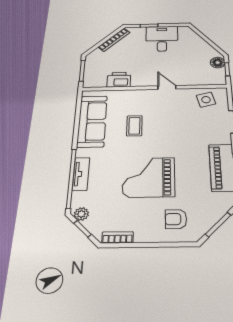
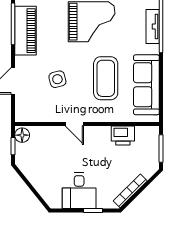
floor lamp: (218, 63) -> (22, 135), moved
side table: (206, 100) -> (57, 79), moved
coffee table: (134, 126) -> (106, 78), width x1.86, depth x1.72

